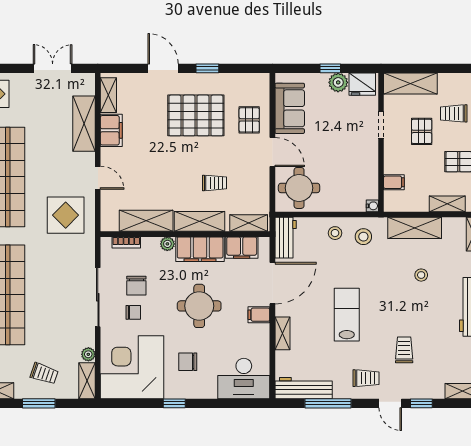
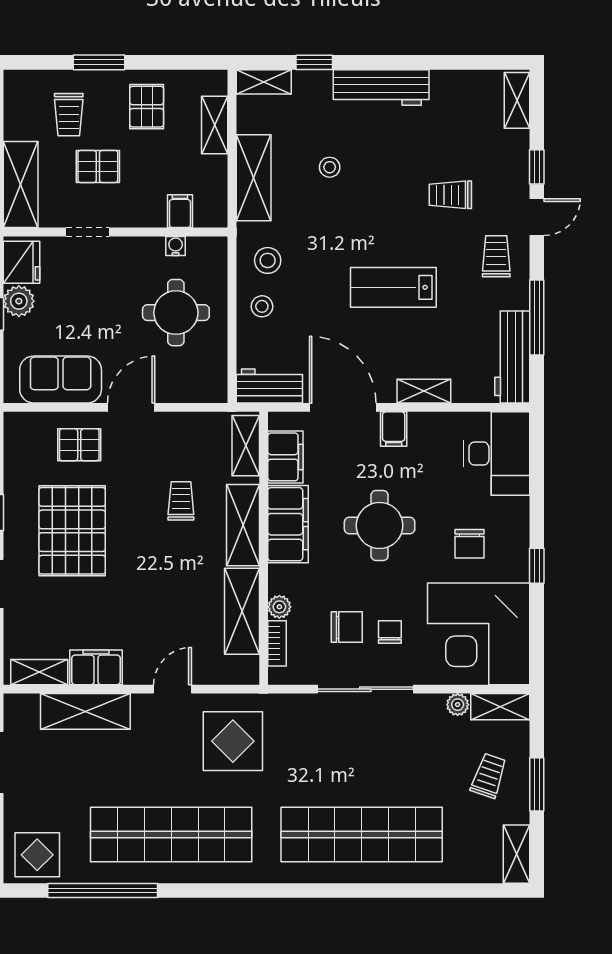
round table: (299, 188) -> (176, 313), moved
water cooler: (372, 206) -> (176, 246), moved
plant: (167, 244) -> (279, 607), moved

